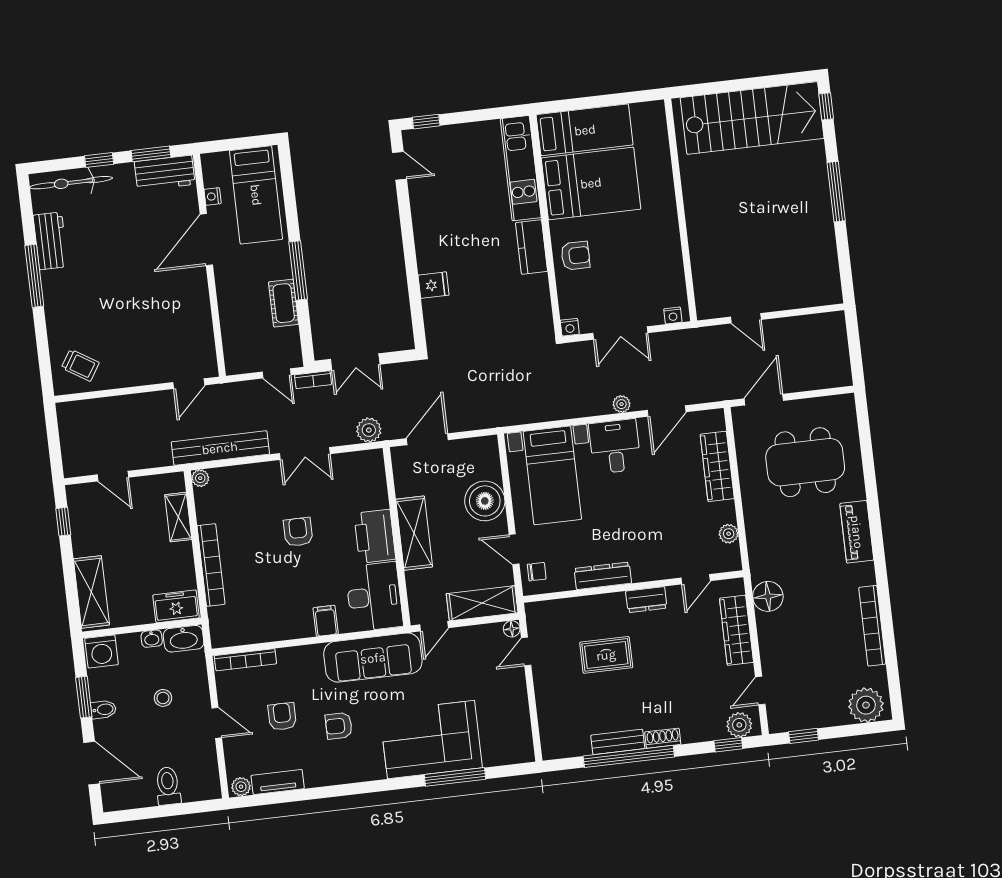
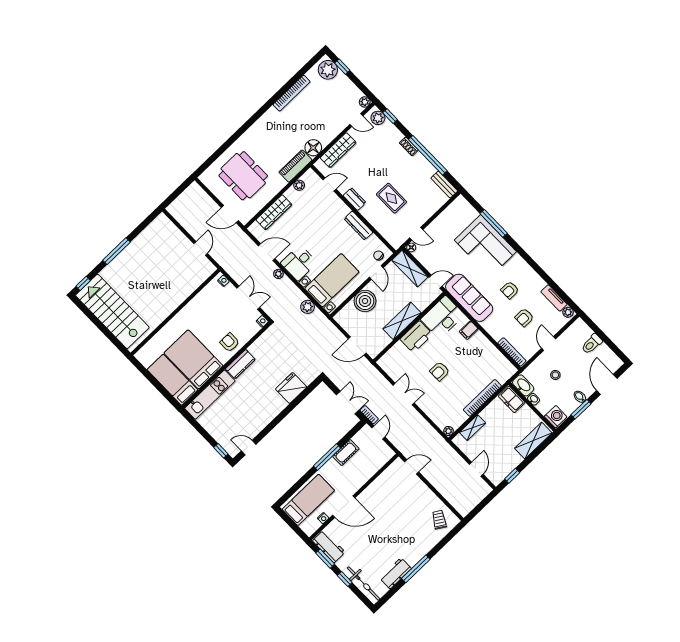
door: (399, 166) -> (249, 448), hinge flipped
fridge: (434, 285) -> (291, 388), width x1.88, depth x1.34
plant: (369, 430) -> (307, 307), moved
bench: (220, 448) -> (429, 432), removed
piano: (857, 532) -> (295, 166), moved, turned 180
plant: (777, 723) -> (365, 102), added
armchair: (339, 726) -> (510, 290), turned 90
window: (804, 736) -> (342, 67), moved
bench: (618, 742) -> (444, 185), moved

